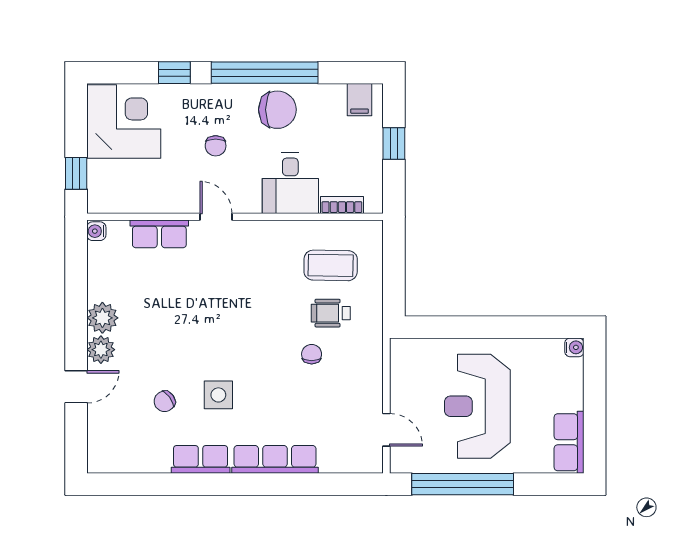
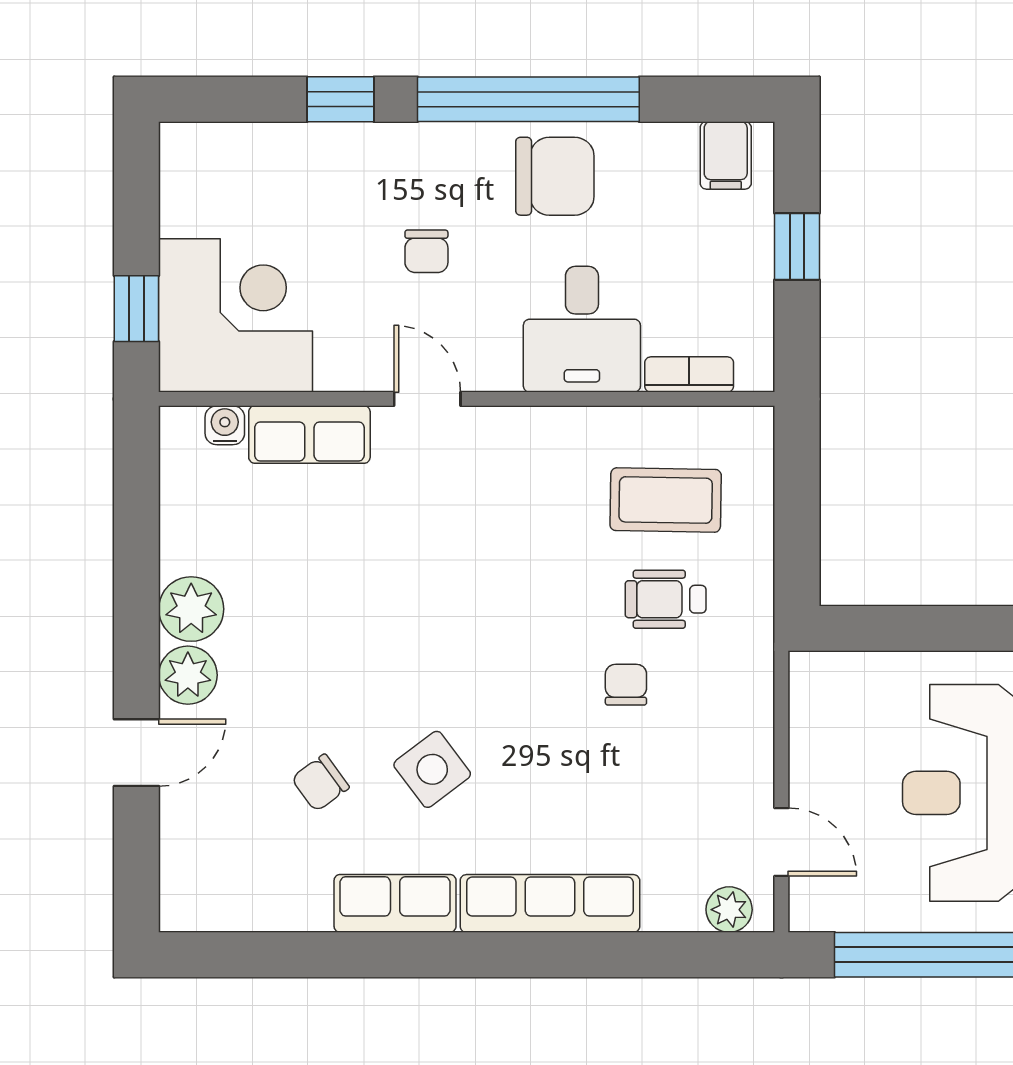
corner desk: (124, 121) -> (235, 315), moved
water cooler: (96, 231) -> (225, 425), moved, turned 90
side table: (218, 395) -> (432, 769), turned -37
plant: (361, 462) -> (729, 910), added

